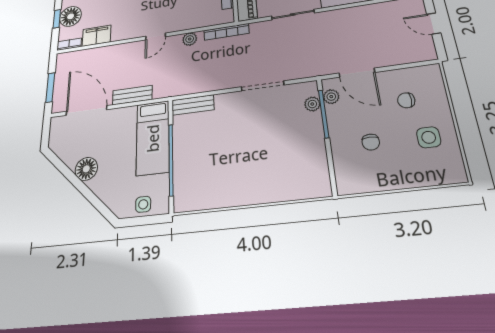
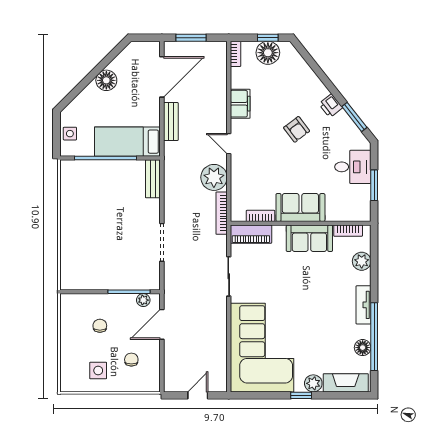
filing cabinet: (97, 36) -> (240, 104), moved
plant: (190, 39) -> (214, 177), width x1.88, depth x1.88
plant: (312, 104) -> (139, 283), removed
chair: (371, 142) -> (100, 326), turned 90

